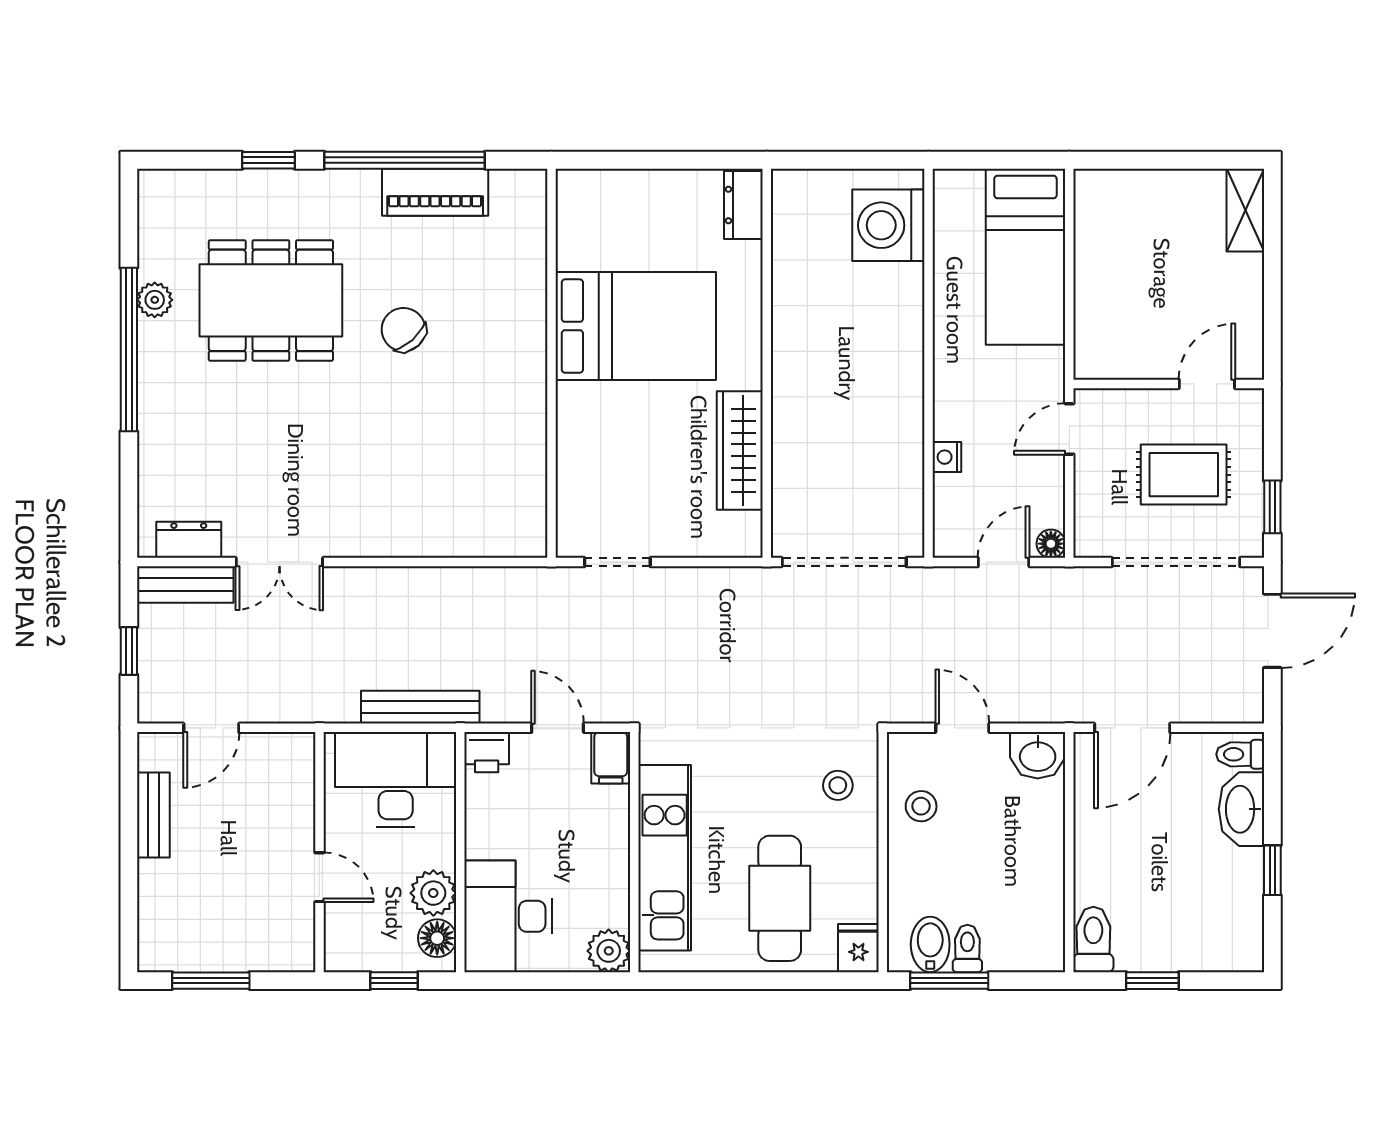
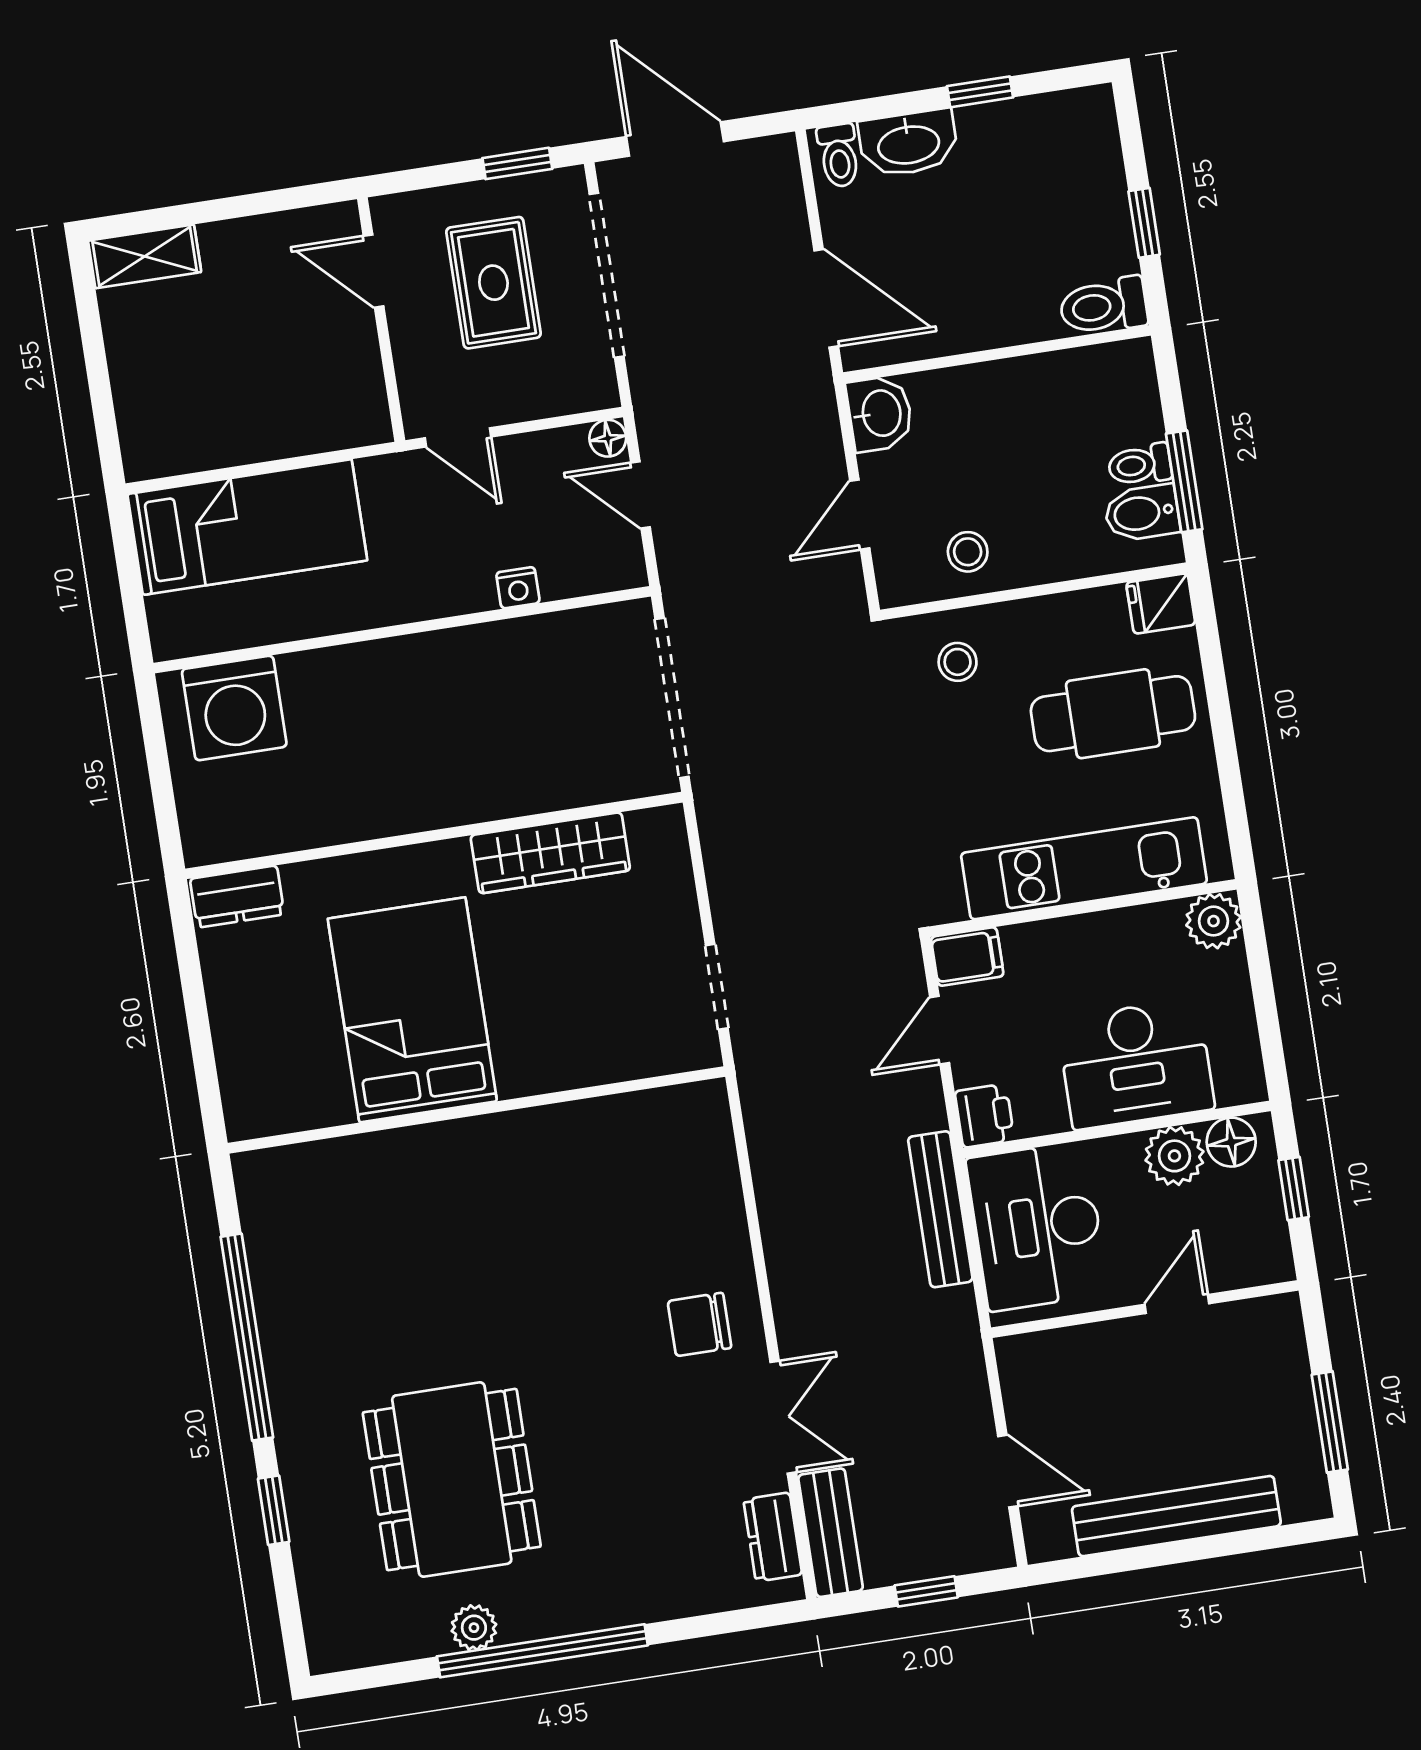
piano: (435, 192) -> (282, 1292), removed
chair: (404, 330) -> (699, 1324), moved, turned 42
bench: (153, 815) -> (1176, 1516), width x1.86, depth x1.21
desk: (508, 916) -> (1136, 1064), moved

